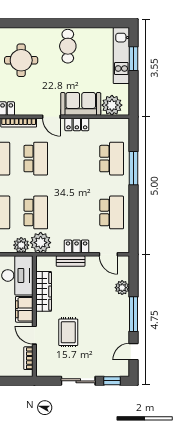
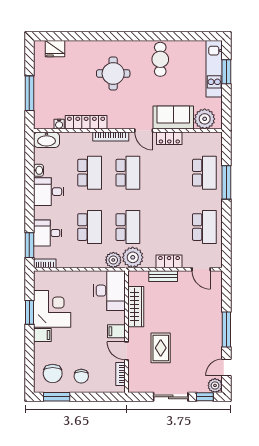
plant: (122, 288) -> (215, 385), moved
filing cabinet: (24, 309) -> (116, 331), width x0.50

